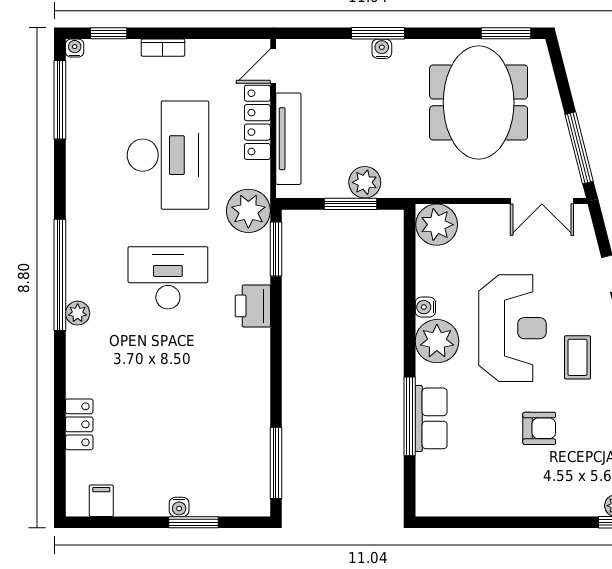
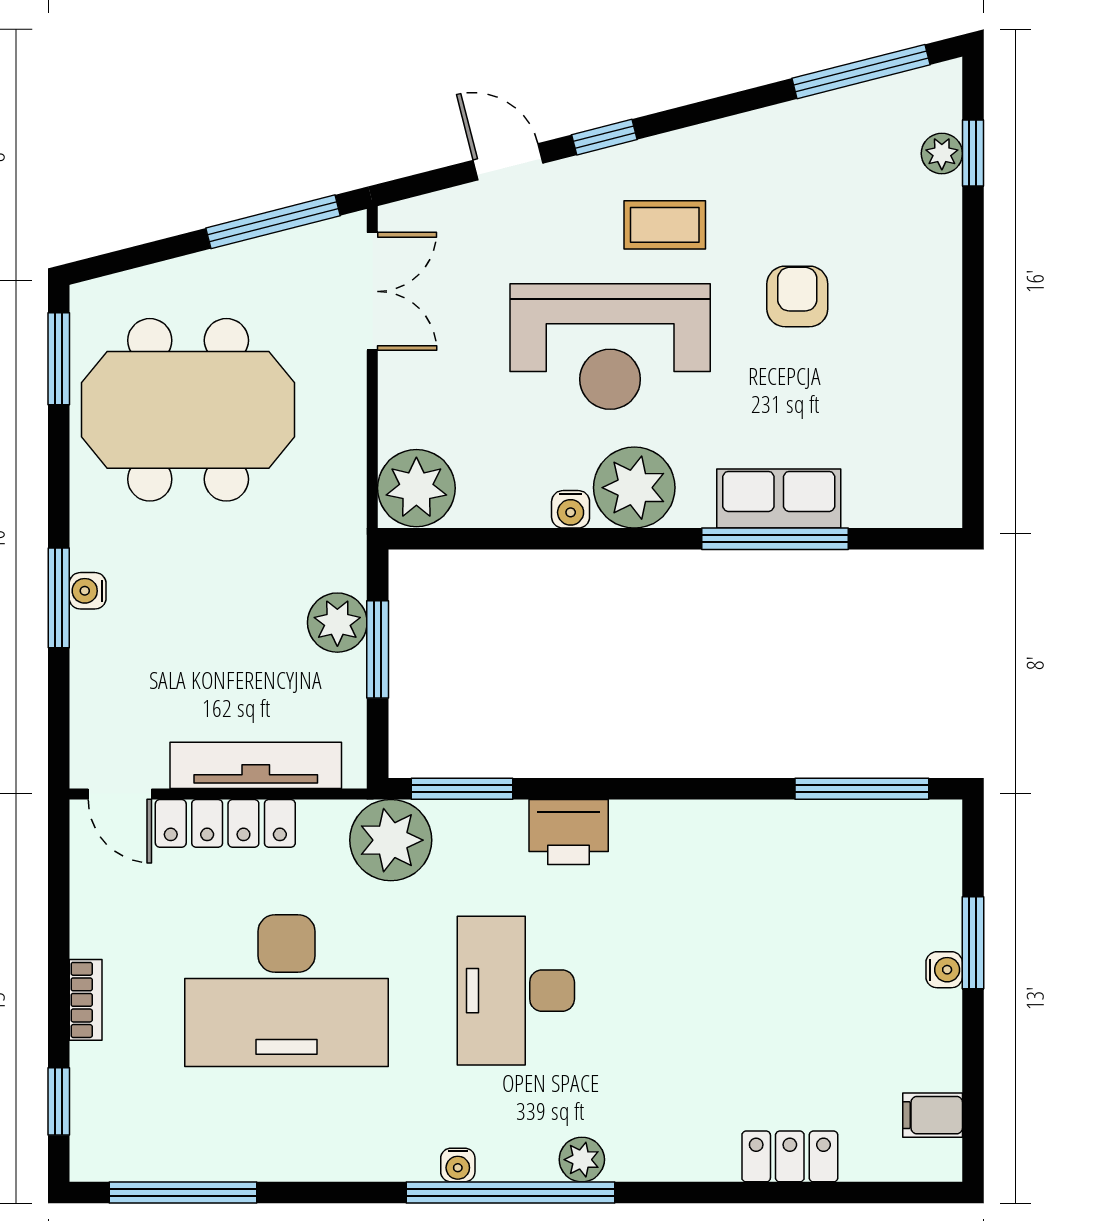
water cooler: (75, 48) -> (458, 1165), moved, turned -90
desk: (168, 155) -> (286, 991), turned 180
reception desk: (512, 328) -> (610, 347), turned 180

